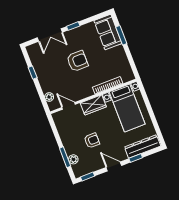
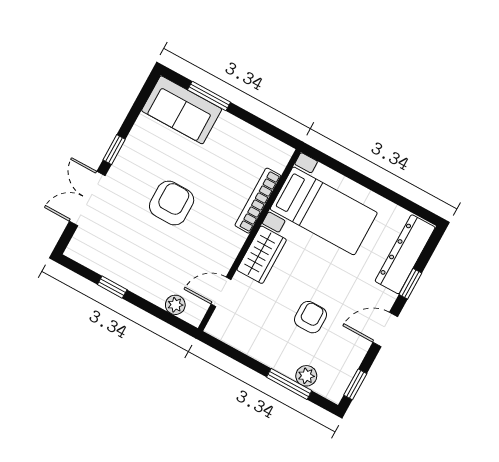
double door: (50, 35) -> (87, 199), swing flipped

